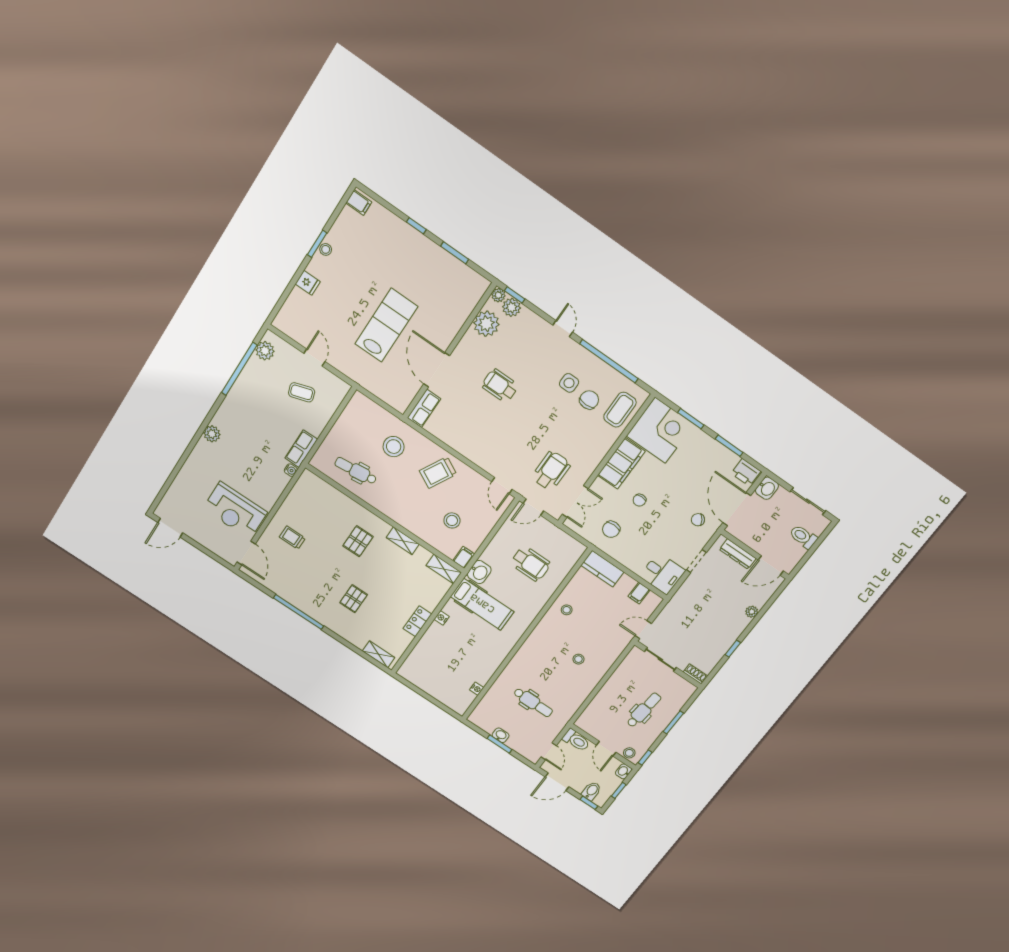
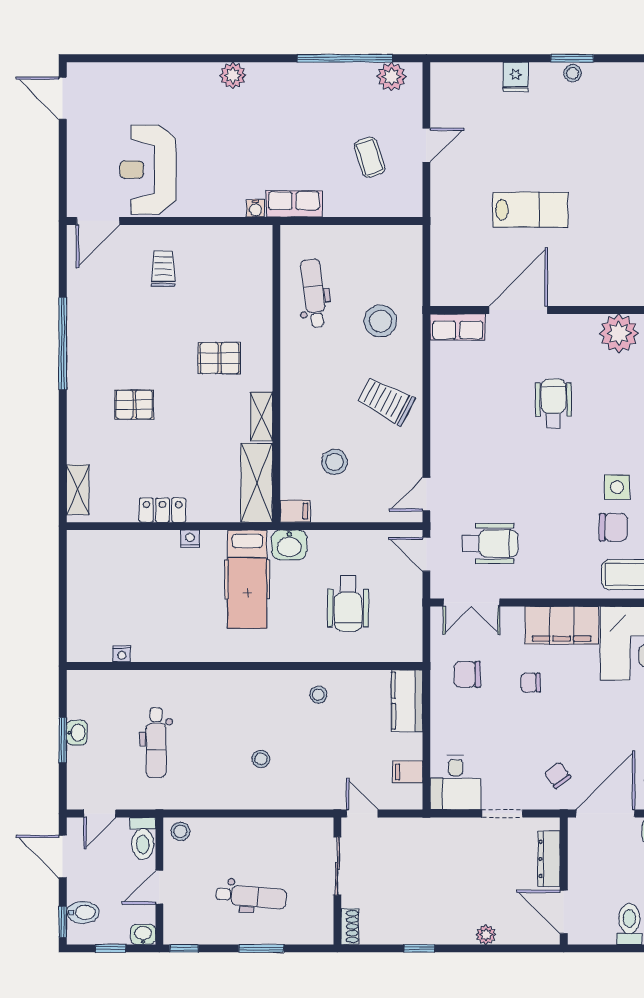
lab bench: (386, 325) -> (530, 210), width x0.73, depth x0.72
shelving: (444, 569) -> (257, 483), width x1.50, depth x1.33
stool: (629, 753) -> (180, 831), moved

